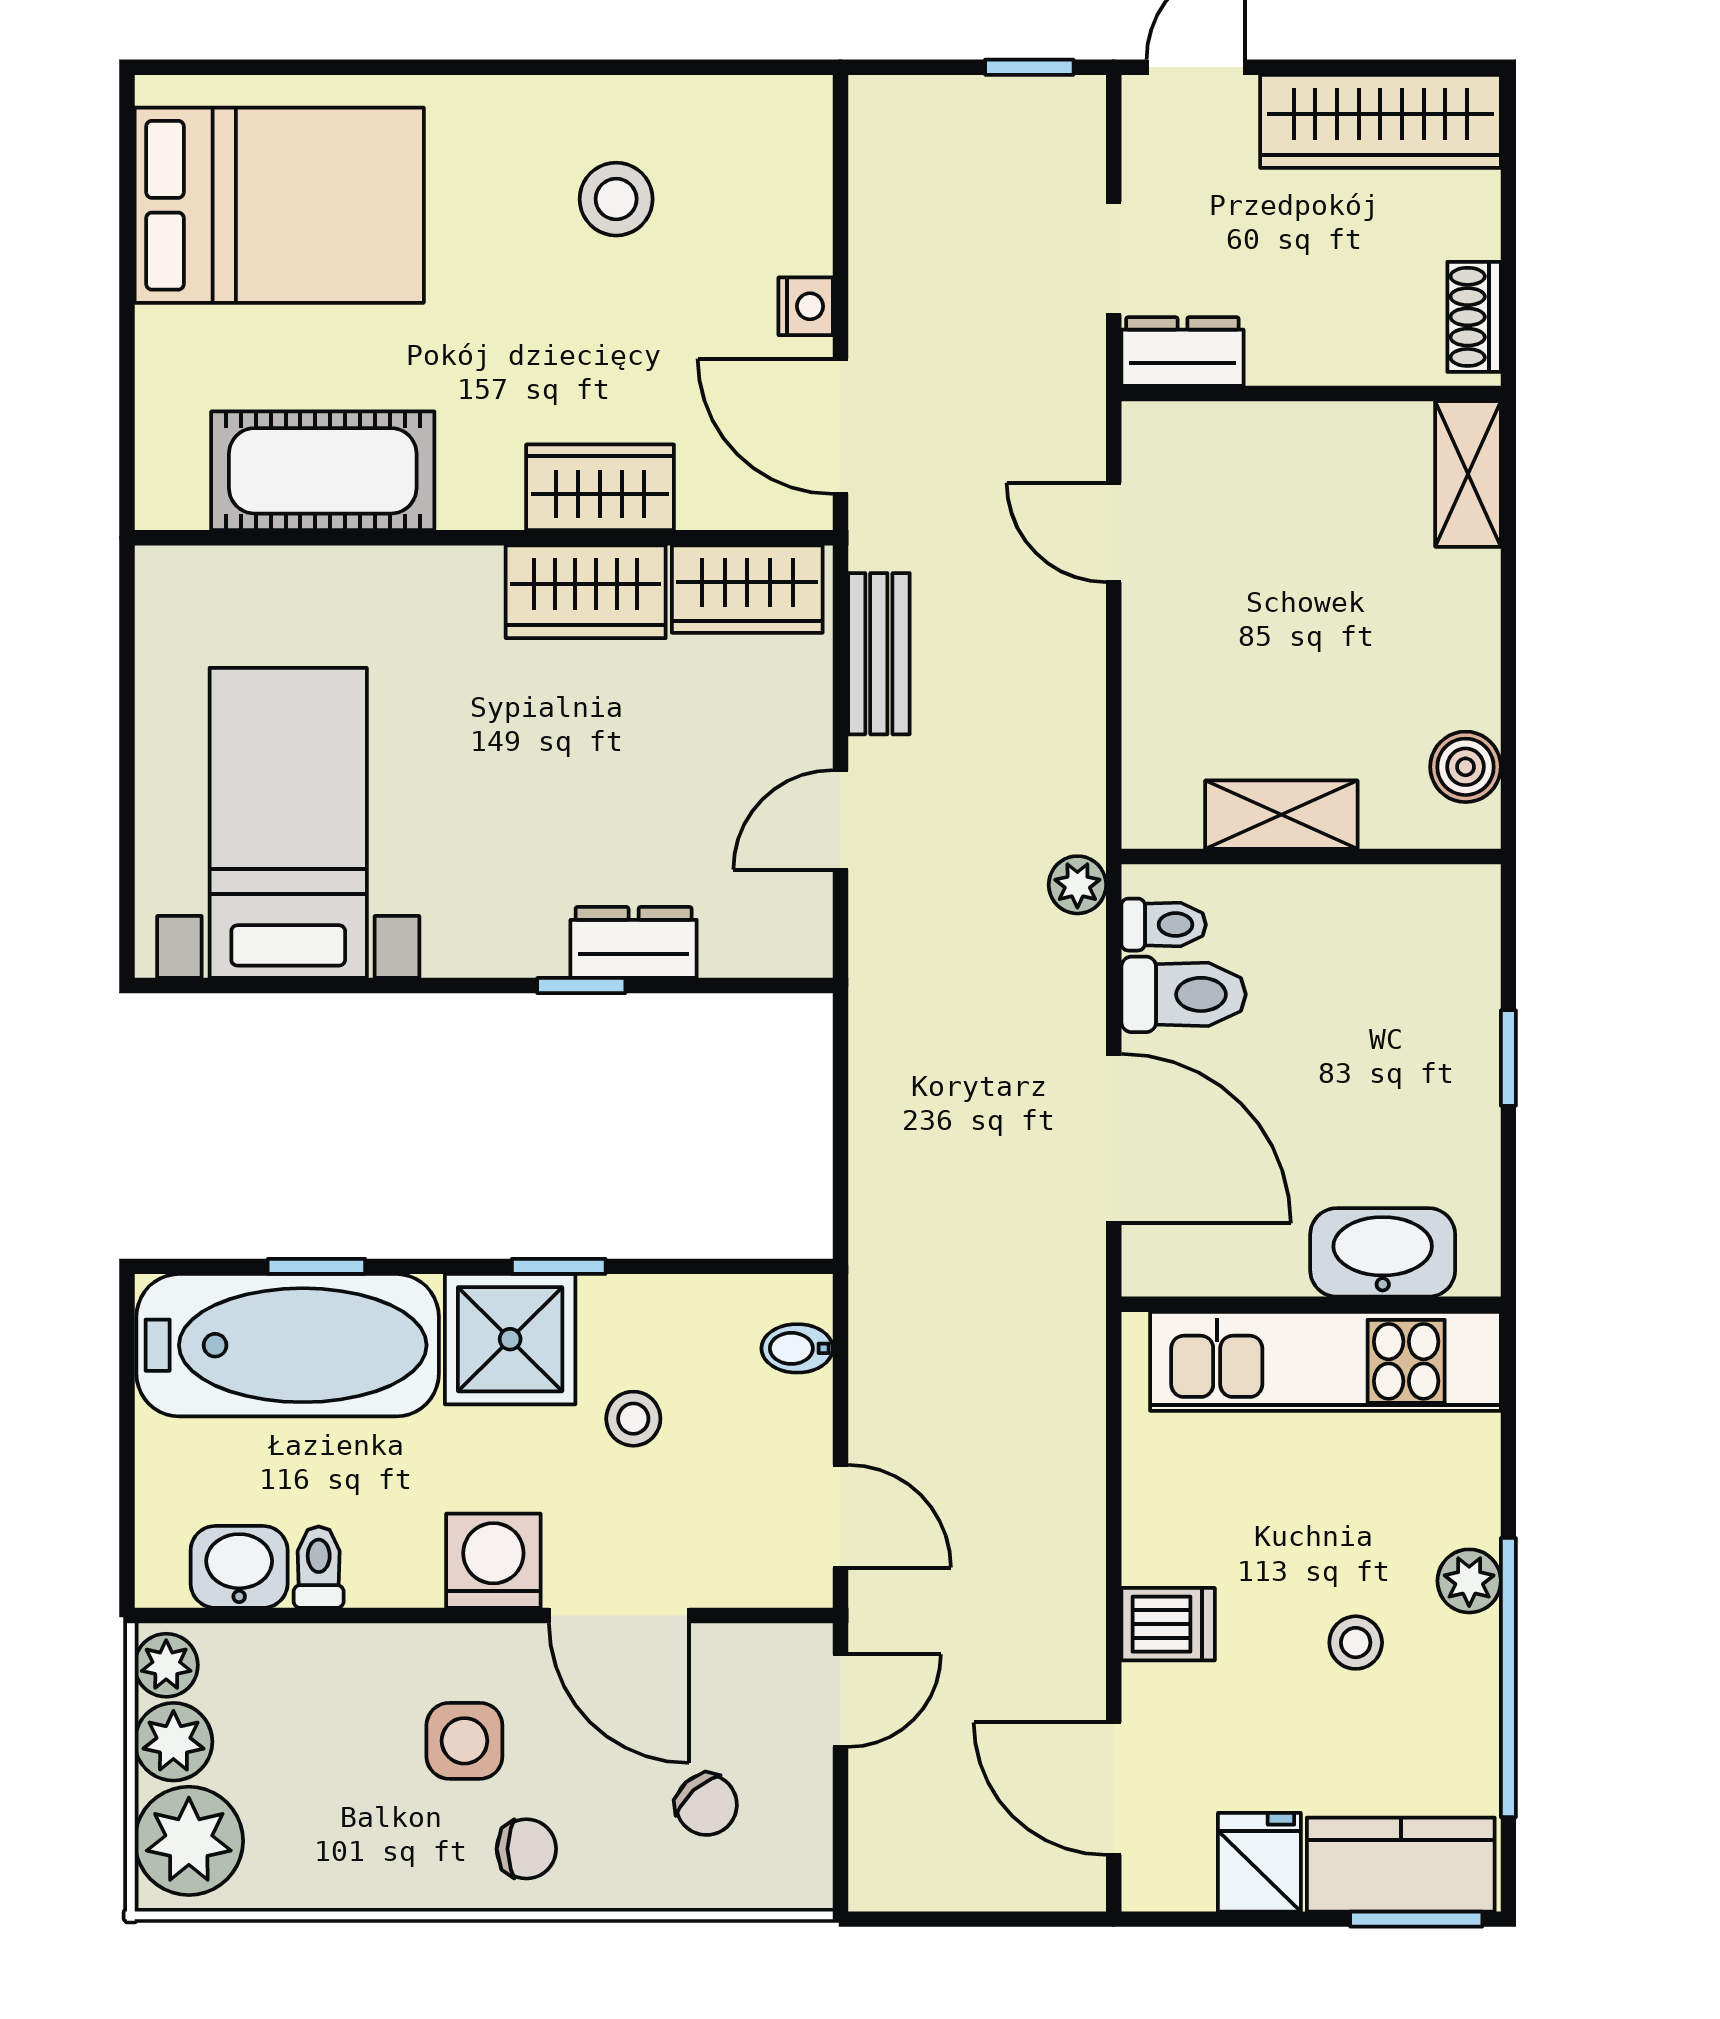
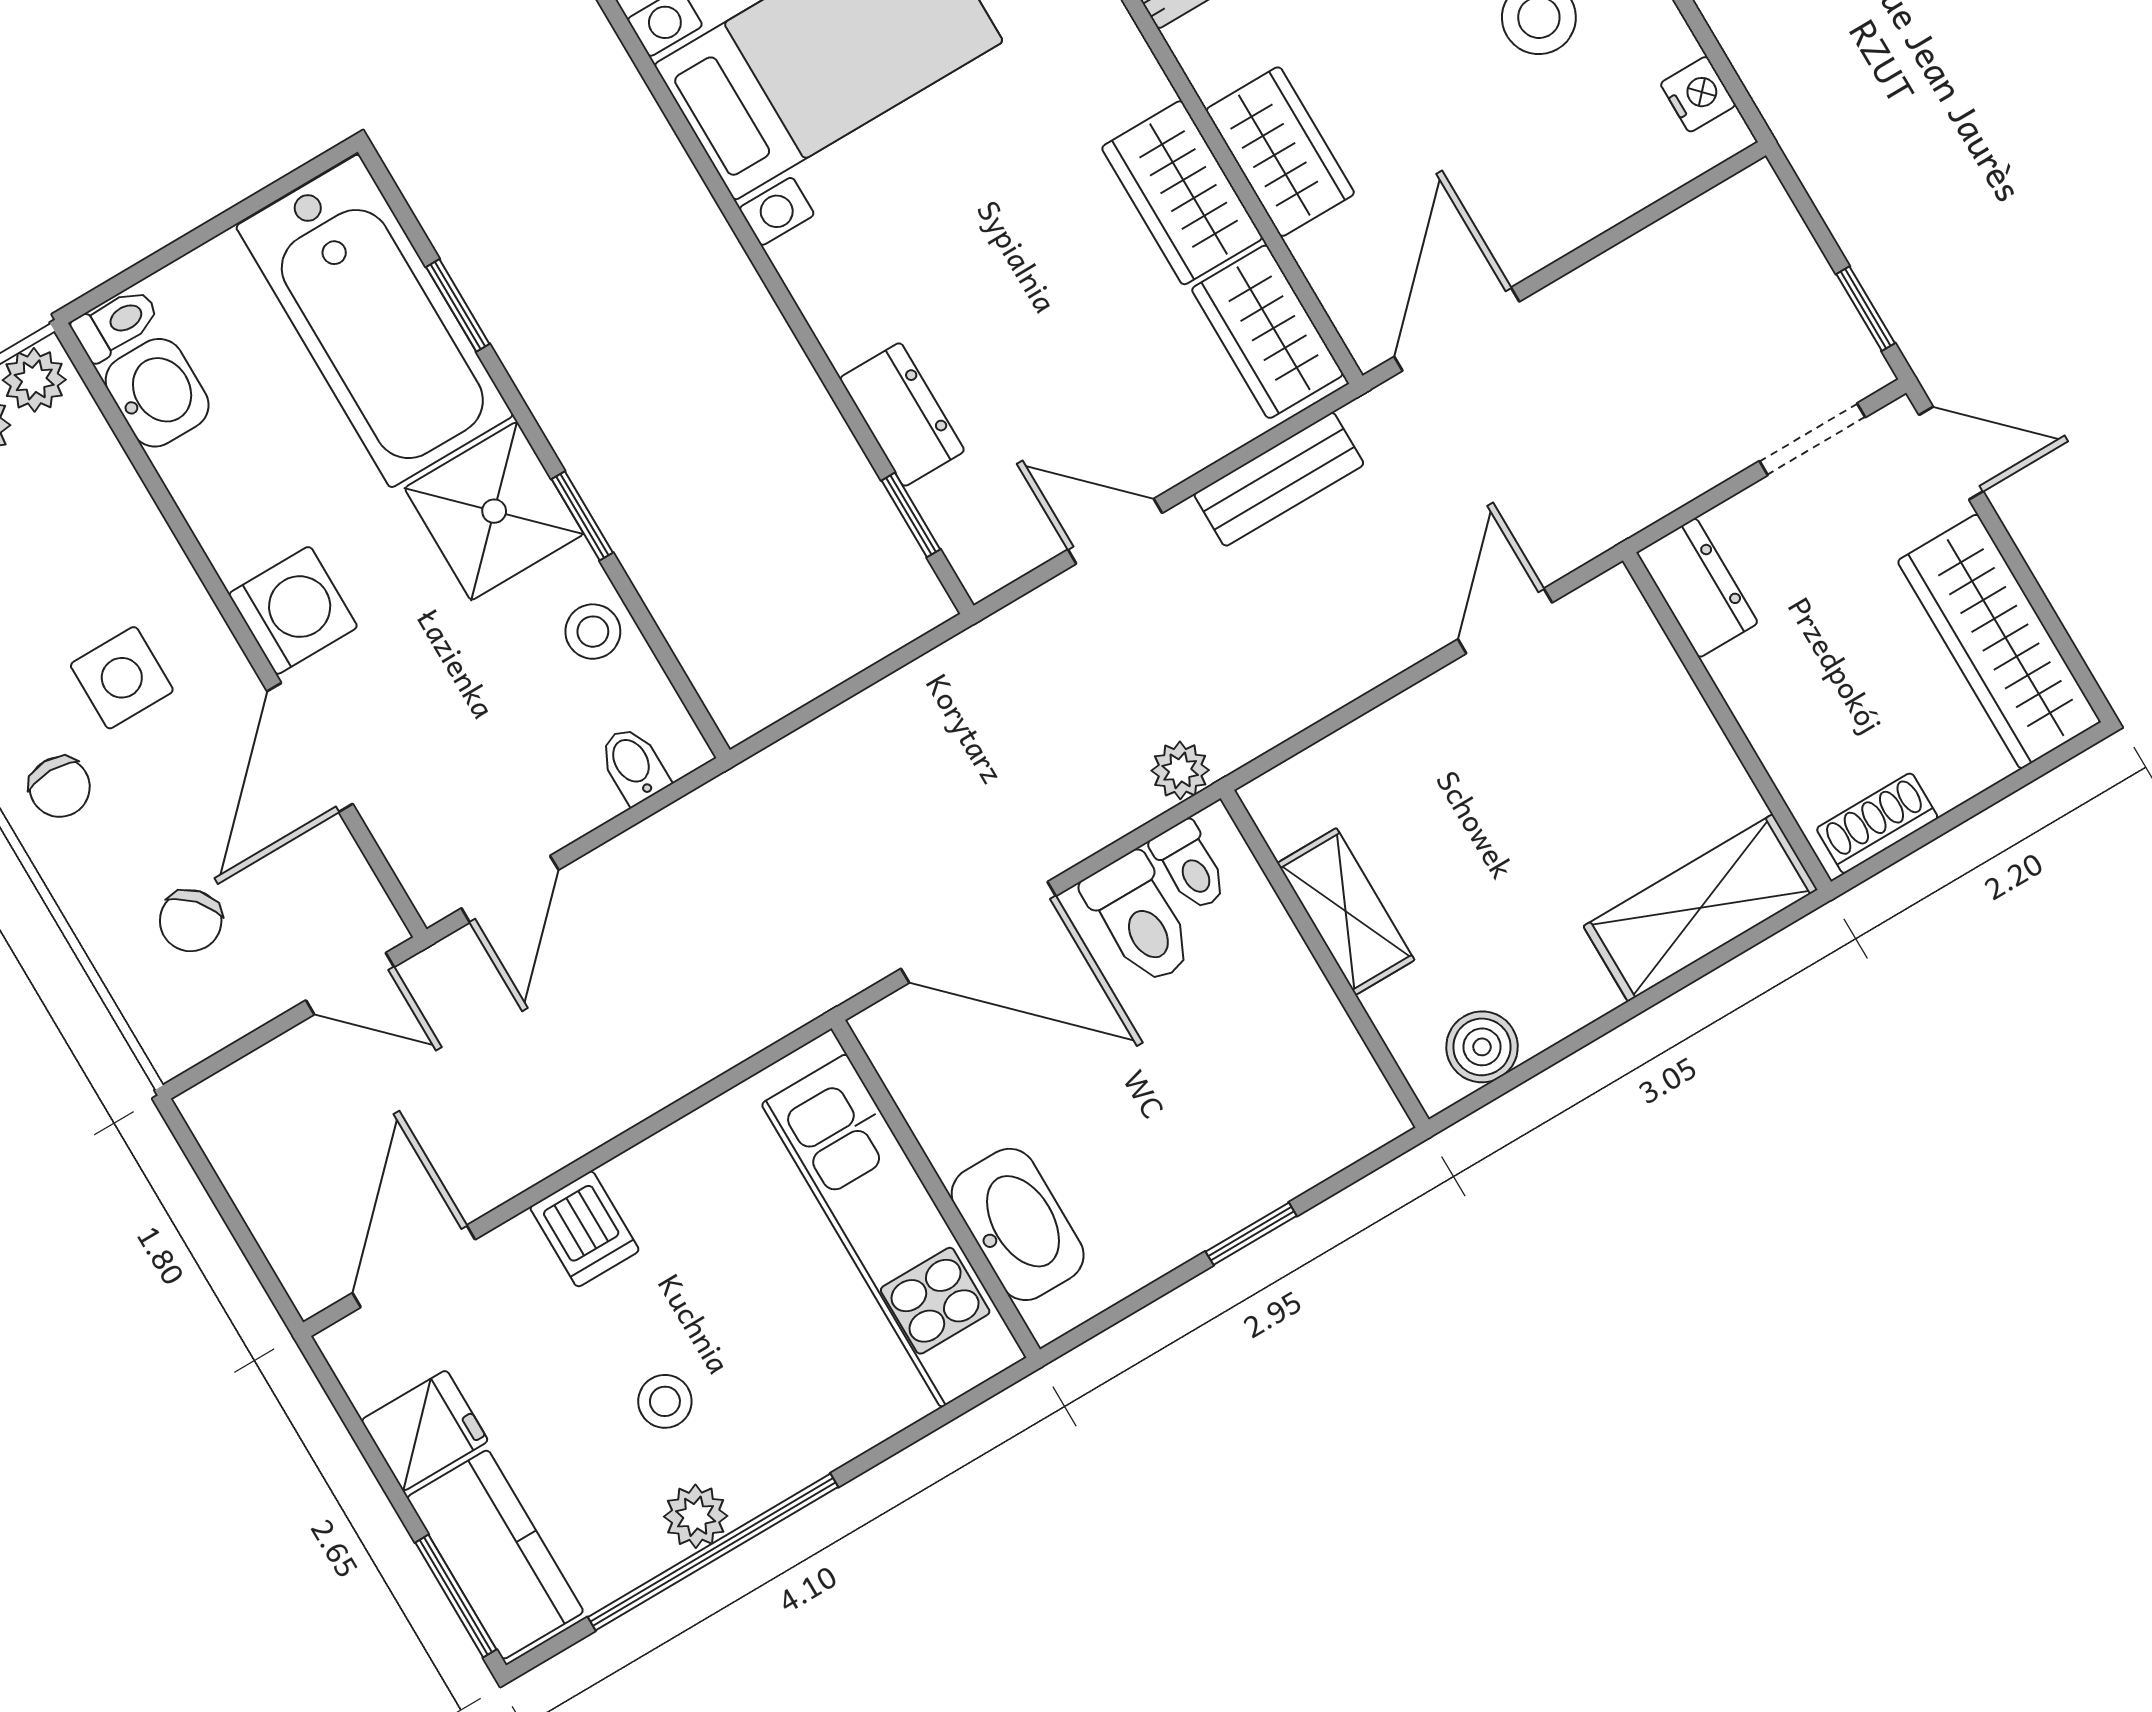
doorway: (1114, 258) -> (1812, 439), moved
nightstand: (806, 306) -> (1698, 94), moved, turned -90
shelving: (1468, 474) -> (1700, 908), width x1.50, depth x1.33
window: (581, 986) -> (911, 515), moved
door: (1114, 1139) -> (978, 932), hinge flipped
stool: (633, 1419) -> (593, 632), moved
toilet: (319, 1567) -> (116, 324), moved
plant: (1469, 1581) -> (696, 1516), moved

